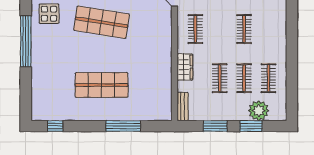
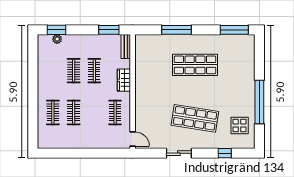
clothes rail: (268, 78) -> (53, 113), moved
plant: (259, 111) -> (57, 39), width x0.53, depth x0.53
window: (55, 126) -> (234, 30), width x2.17
window: (215, 126) -> (109, 30), moved
window: (251, 126) -> (57, 30), moved

